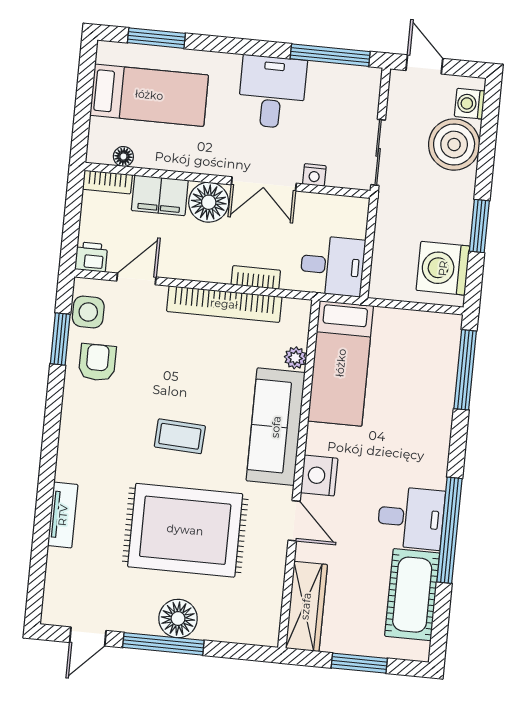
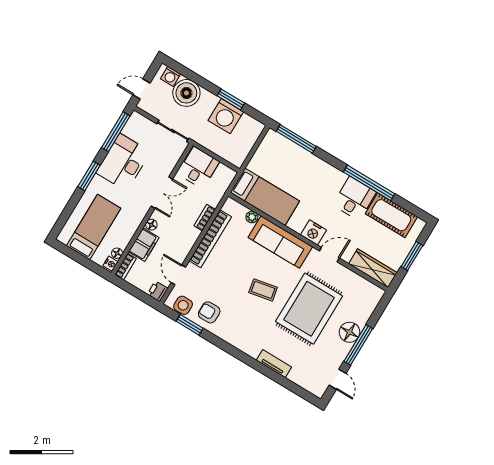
window: (156, 38) -> (89, 176), moved
desk: (272, 92) -> (123, 162), width x1.37
nightstand: (314, 175) -> (111, 264), moved
floor lamp: (209, 202) -> (151, 225), width x0.53, depth x0.53
desk: (332, 266) -> (198, 168), moved
washing machine: (443, 268) -> (226, 116), moved
coffee table: (180, 436) -> (263, 290), turned 76

